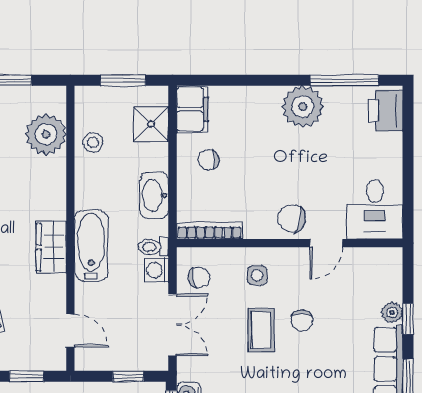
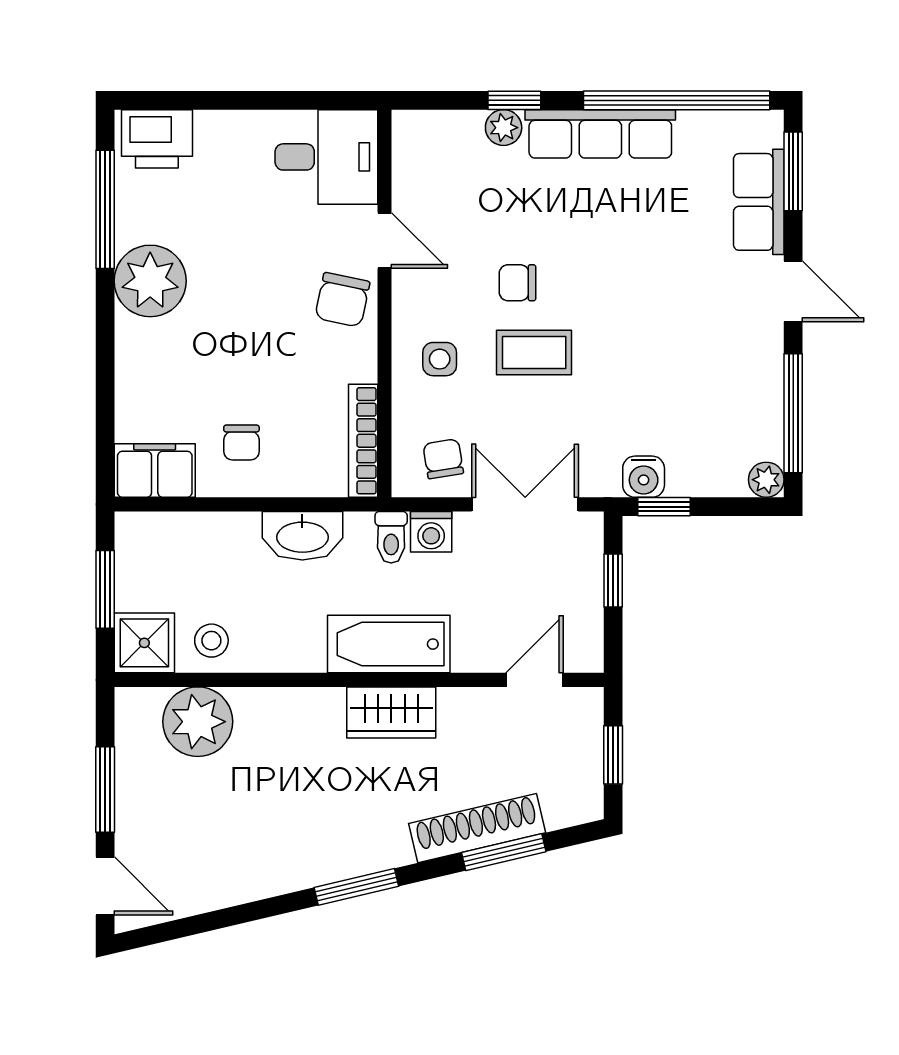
shower: (151, 124) -> (144, 643), moved
chair: (302, 321) -> (517, 283), turned 180

